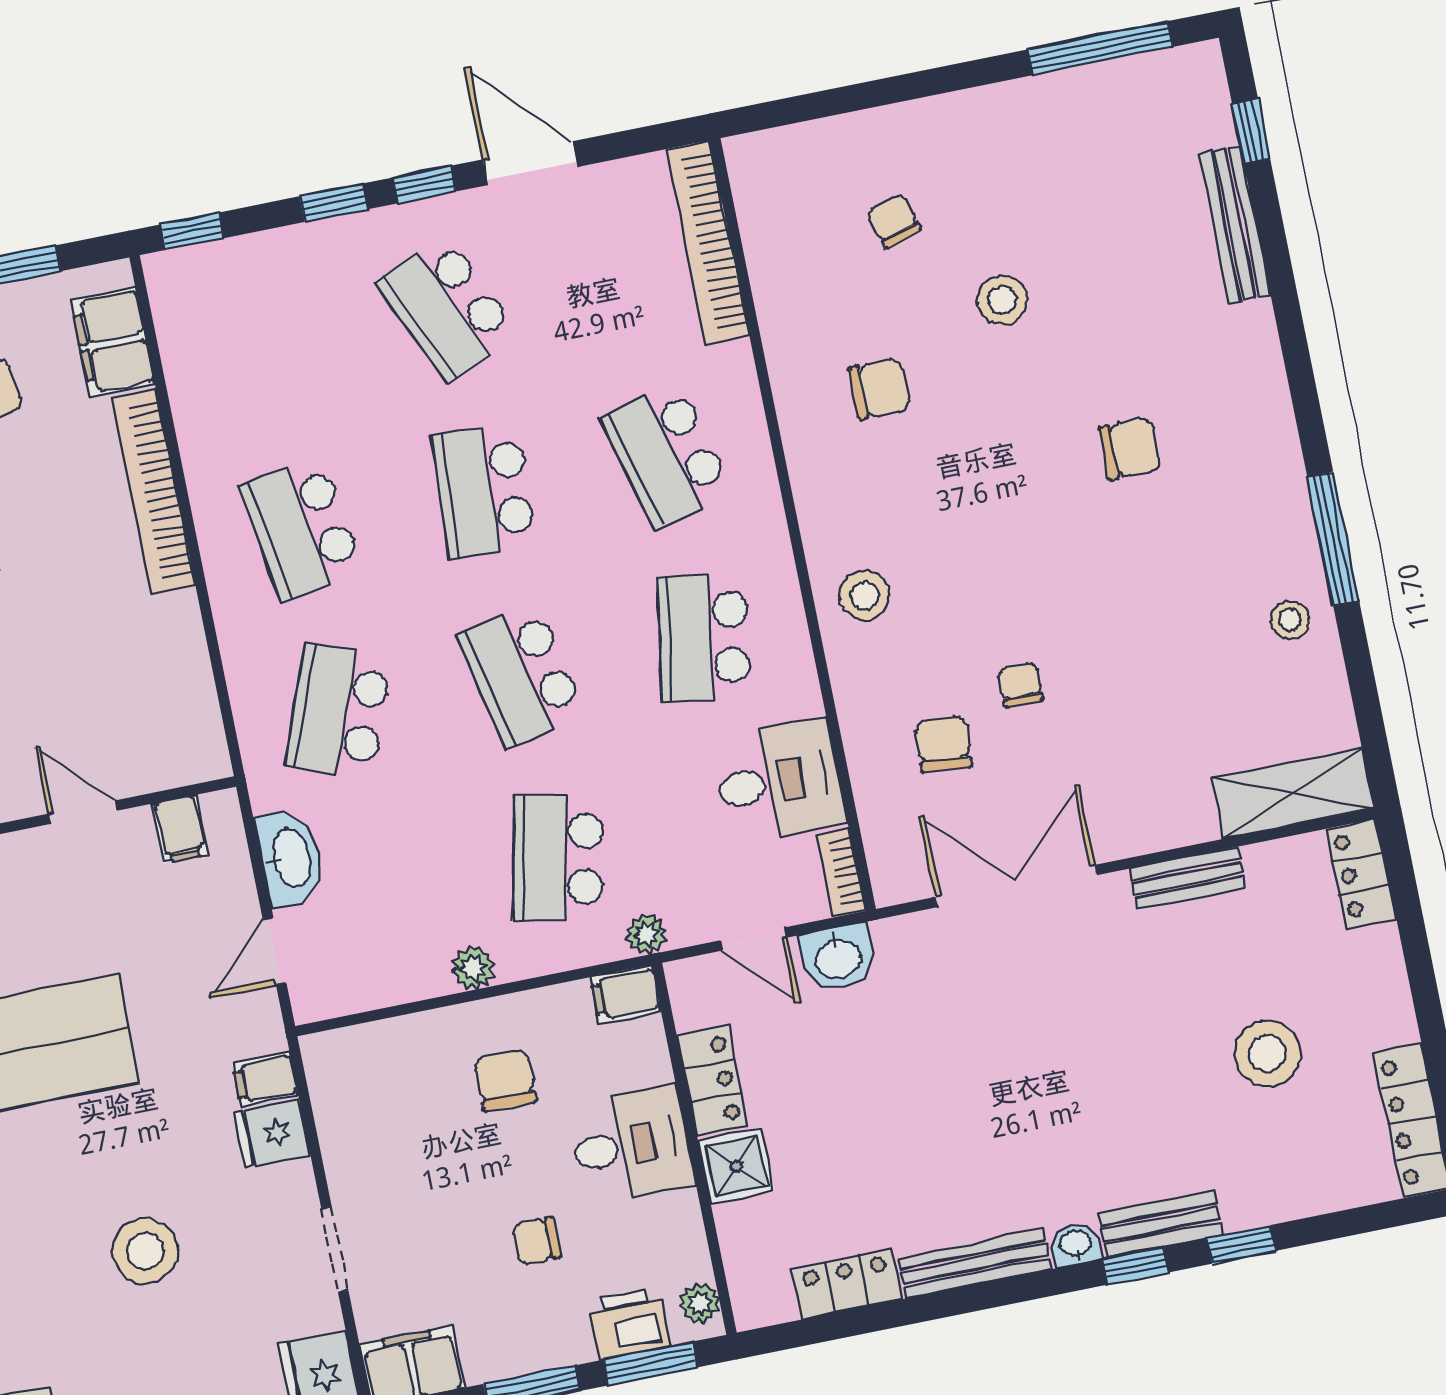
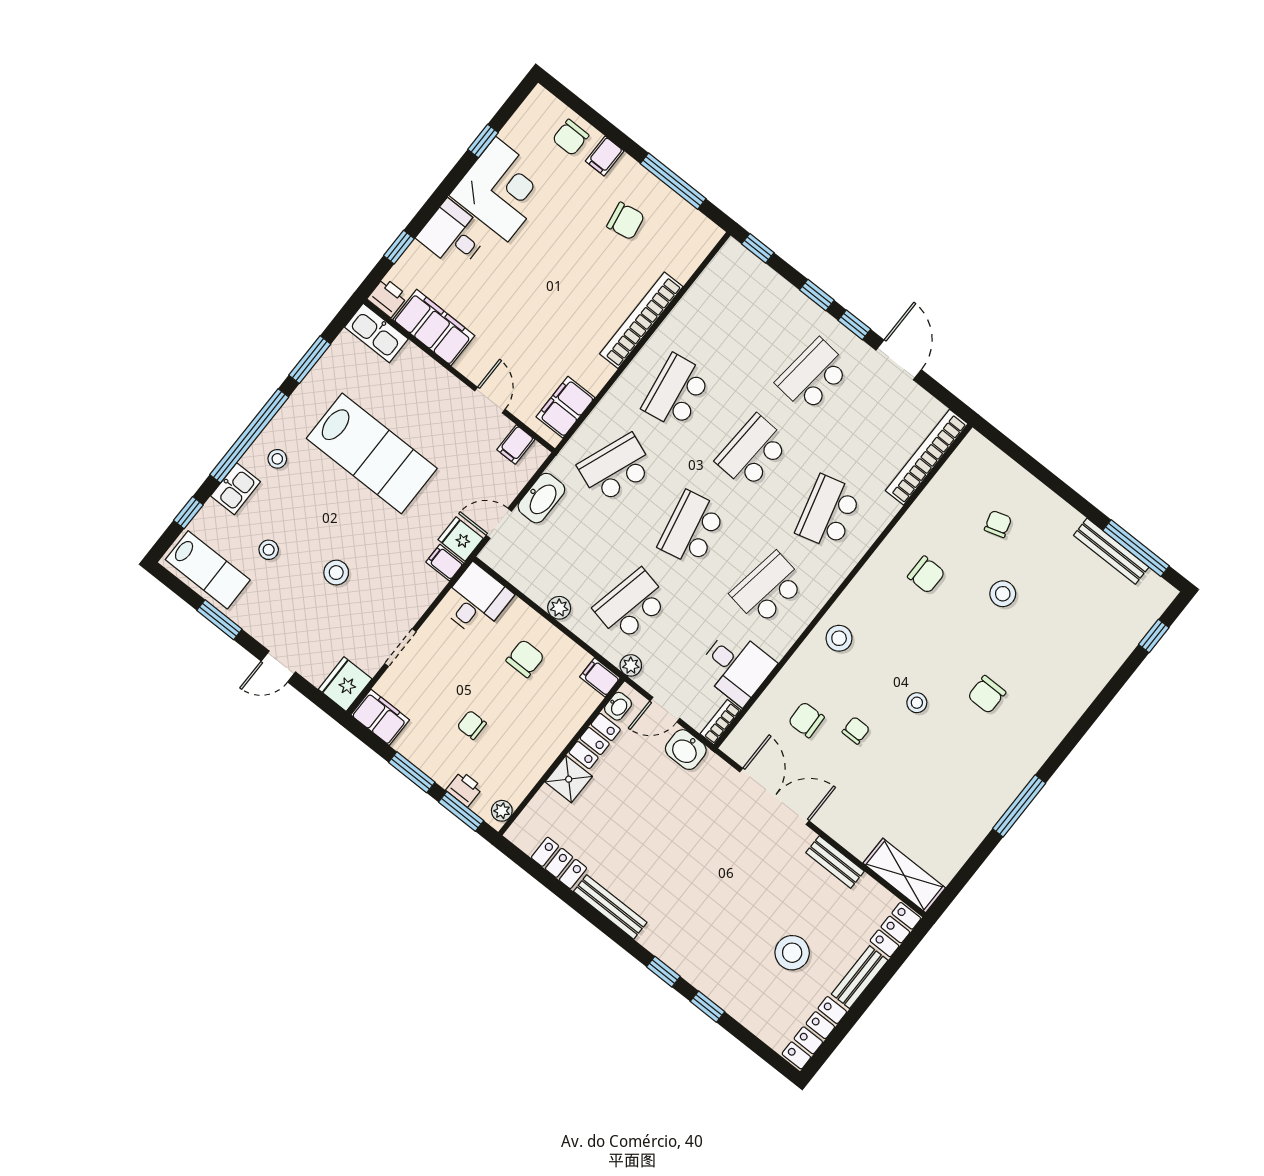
bench: (1235, 225) -> (1111, 551), moved, turned 90
school desk: (447, 308) -> (813, 375), turned 30
filing cabinet: (113, 342) -> (565, 407), moved
chair: (1130, 448) -> (987, 695), turned 90
stool: (1290, 620) -> (917, 703), moved
chair: (943, 744) -> (806, 720), turned -96
door: (753, 939) -> (665, 710), hinge flipped
fridge: (272, 1134) -> (461, 539), moved
desk: (631, 1145) -> (476, 601), moved, turned -90
bench: (1161, 1224) -> (860, 977), moved, turned 90
washbasin: (1075, 1244) -> (618, 706), moved, turned 90
stool: (145, 1251) -> (336, 573), width x0.73, depth x0.73
stool: (28, 1322) -> (269, 550), added
printer: (629, 1323) -> (464, 789), width x0.73, depth x0.81

